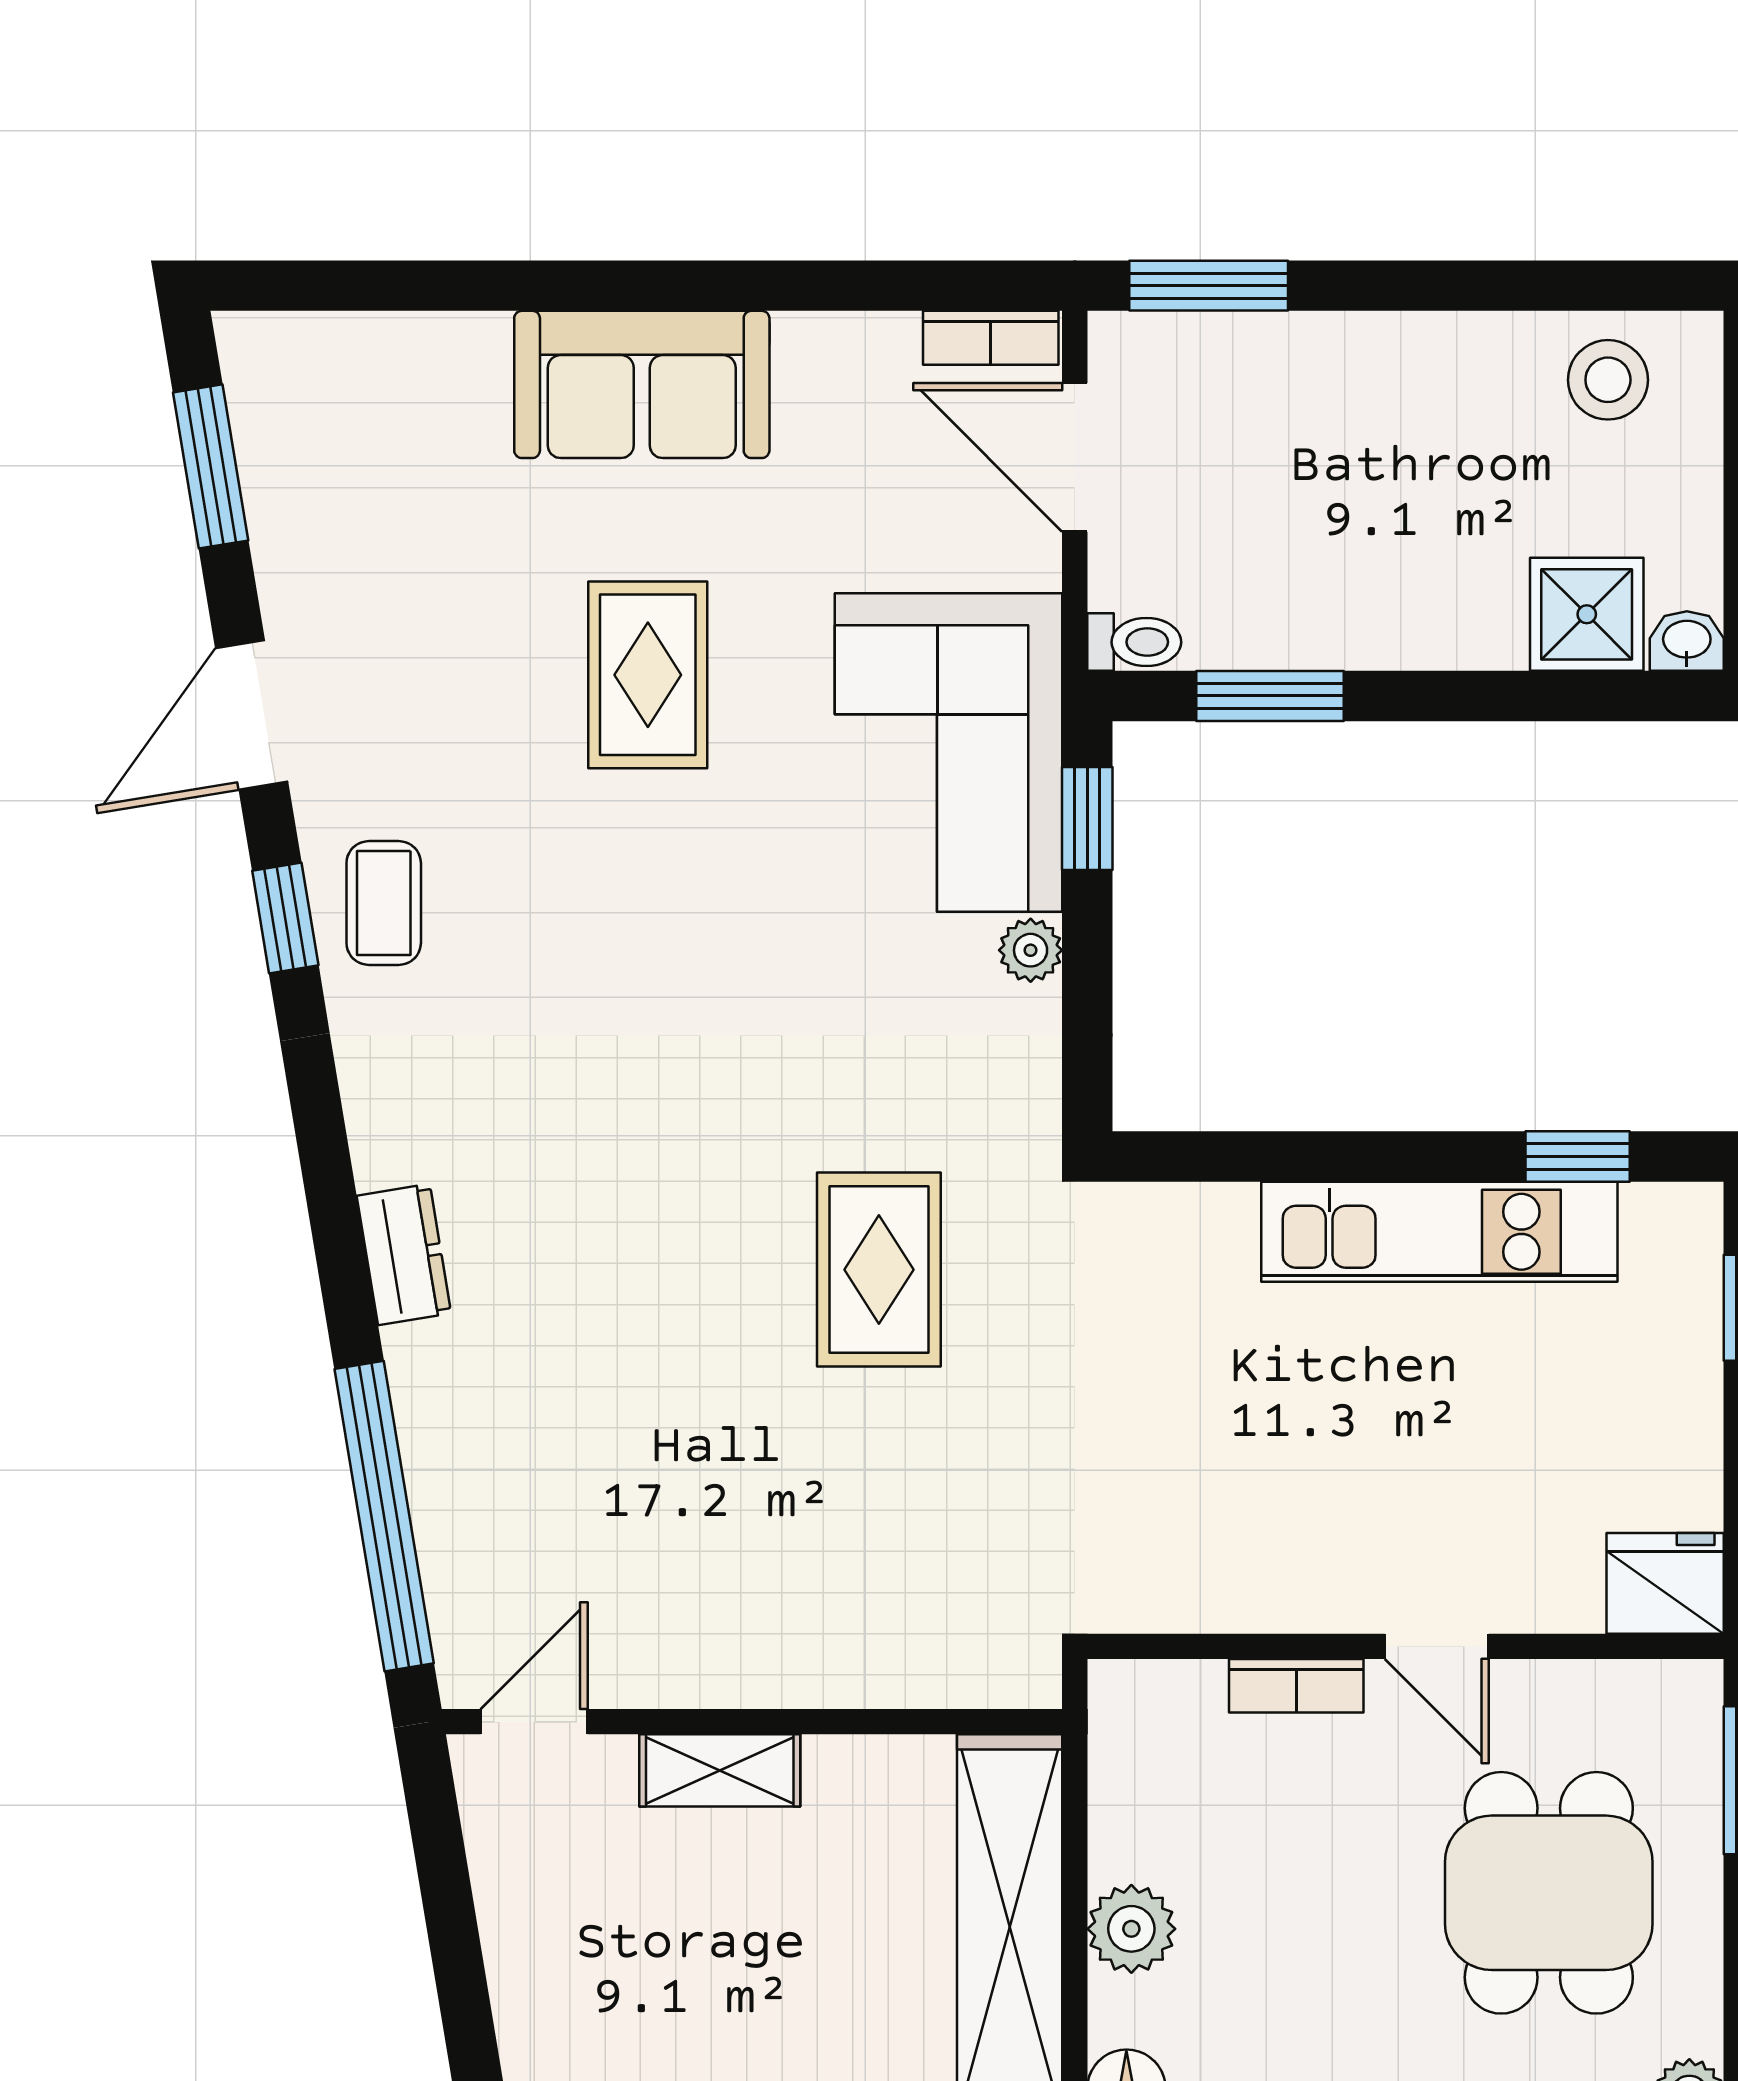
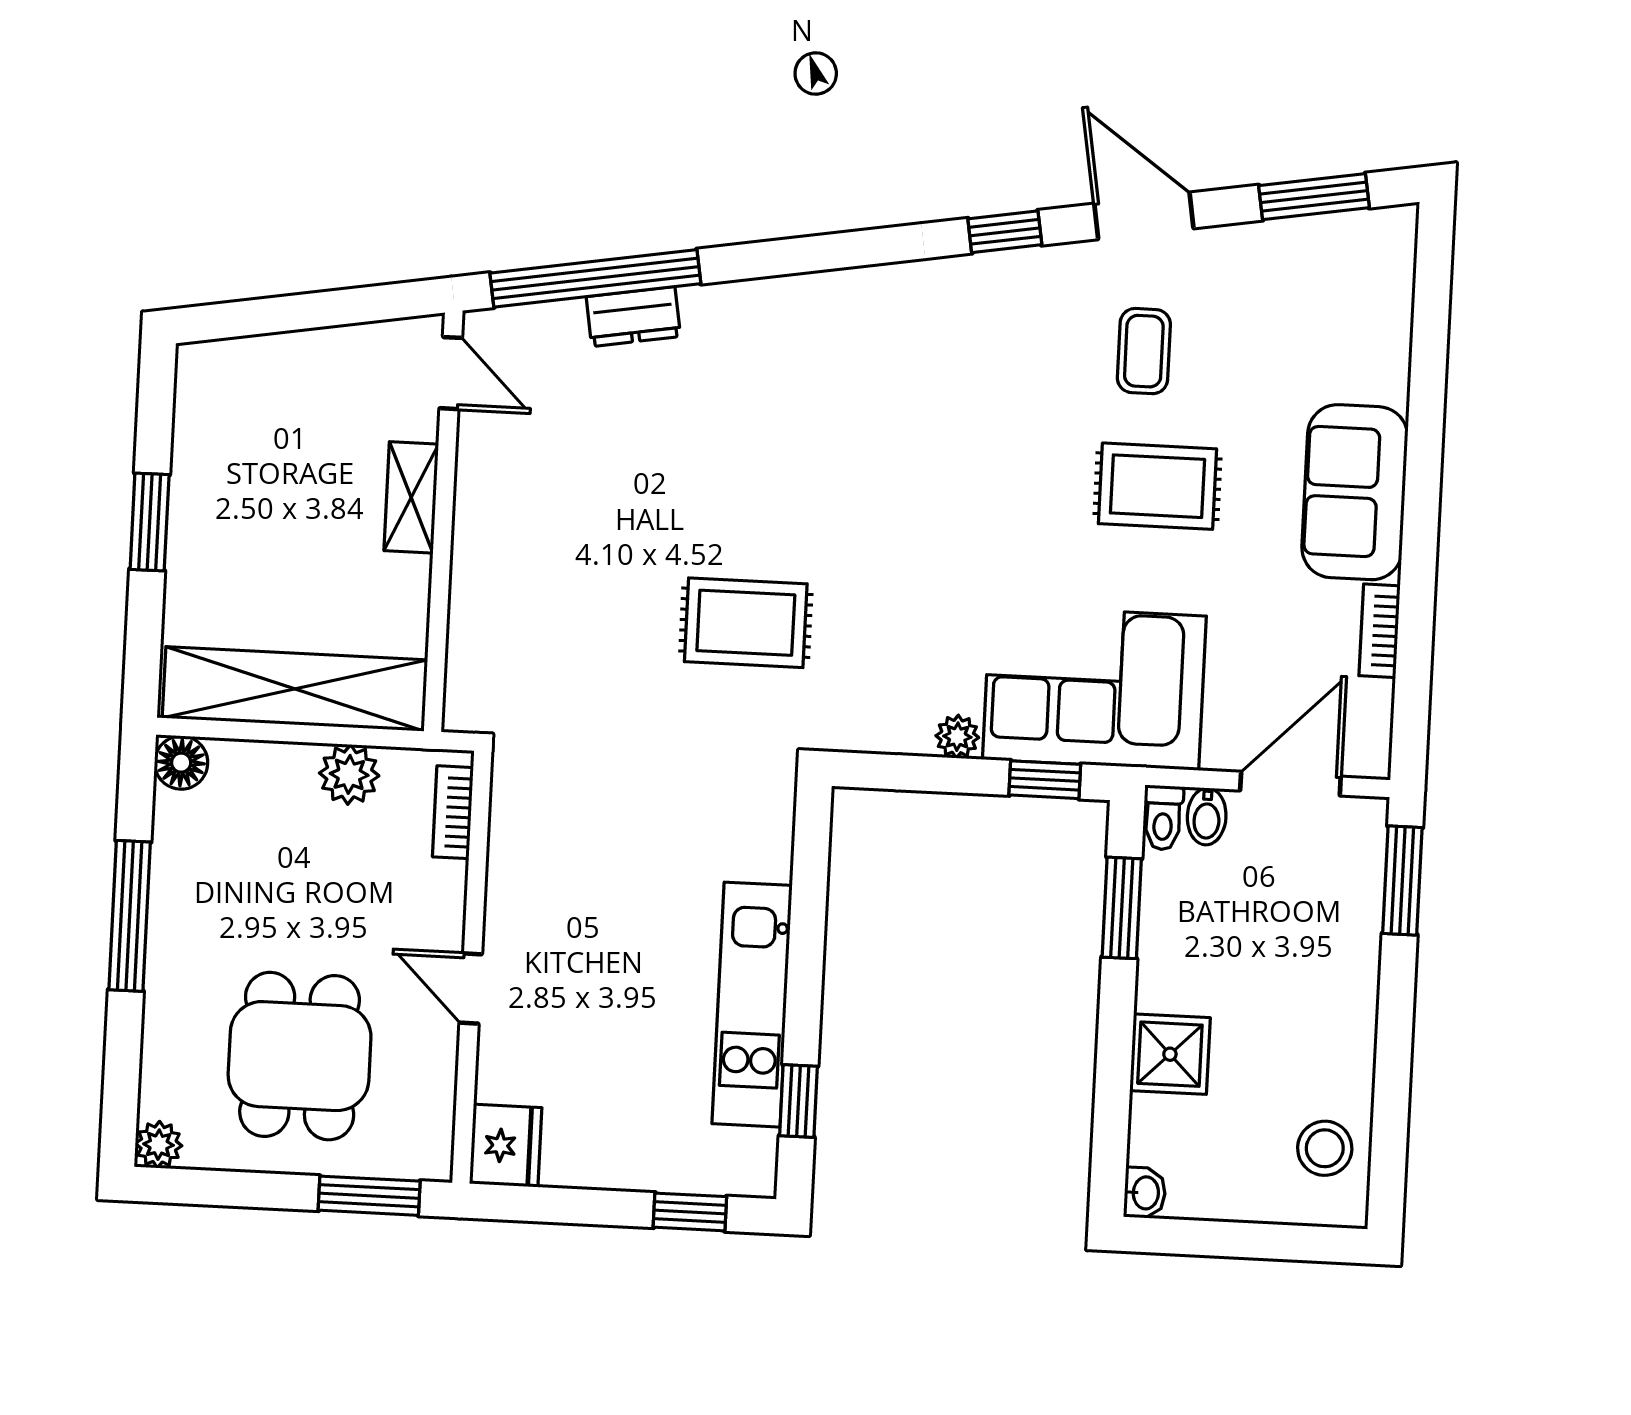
bookcase: (991, 338) -> (1380, 631), moved
bidet: (1129, 578) -> (1207, 816), added
shower: (1587, 614) -> (1170, 1054), moved
coffee table: (384, 903) -> (1144, 351), moved, turned 90
dresser: (404, 1255) -> (633, 317), moved
door: (1437, 1646) -> (471, 988), hinge flipped
bookcase: (1296, 1686) -> (453, 812), moved
dining table: (1549, 1893) -> (300, 1056), turned 90
plant: (1131, 1929) -> (349, 774), moved

